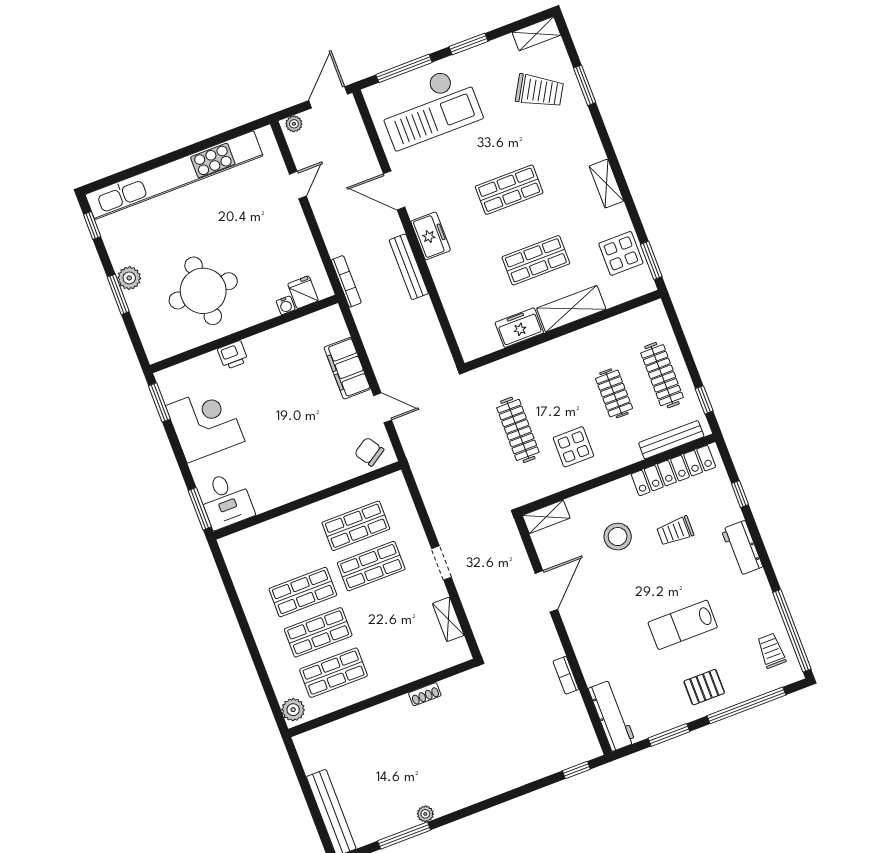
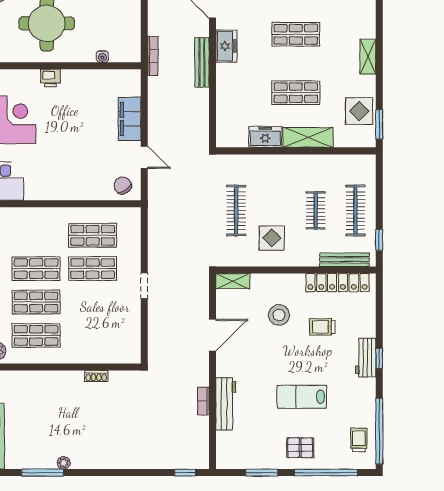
fridge: (303, 292) -> (119, 52), removed
window: (740, 494) -> (379, 358), moved
shelving: (448, 619) -> (134, 328), removed
workbench: (612, 715) -> (226, 404), moved

